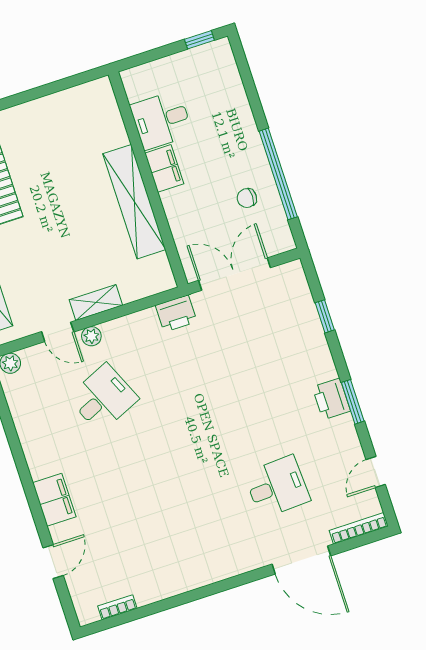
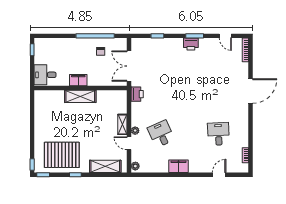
desk: (161, 120) -> (45, 75), moved, turned 90
shelving: (134, 202) -> (80, 96), width x0.68
door: (58, 332) -> (129, 143), swing flipped
desk: (277, 487) -> (218, 134), moved
filing cabinet: (54, 500) -> (179, 166), moved
door: (301, 560) -> (250, 91), moved
door: (53, 562) -> (219, 175), hinge flipped

